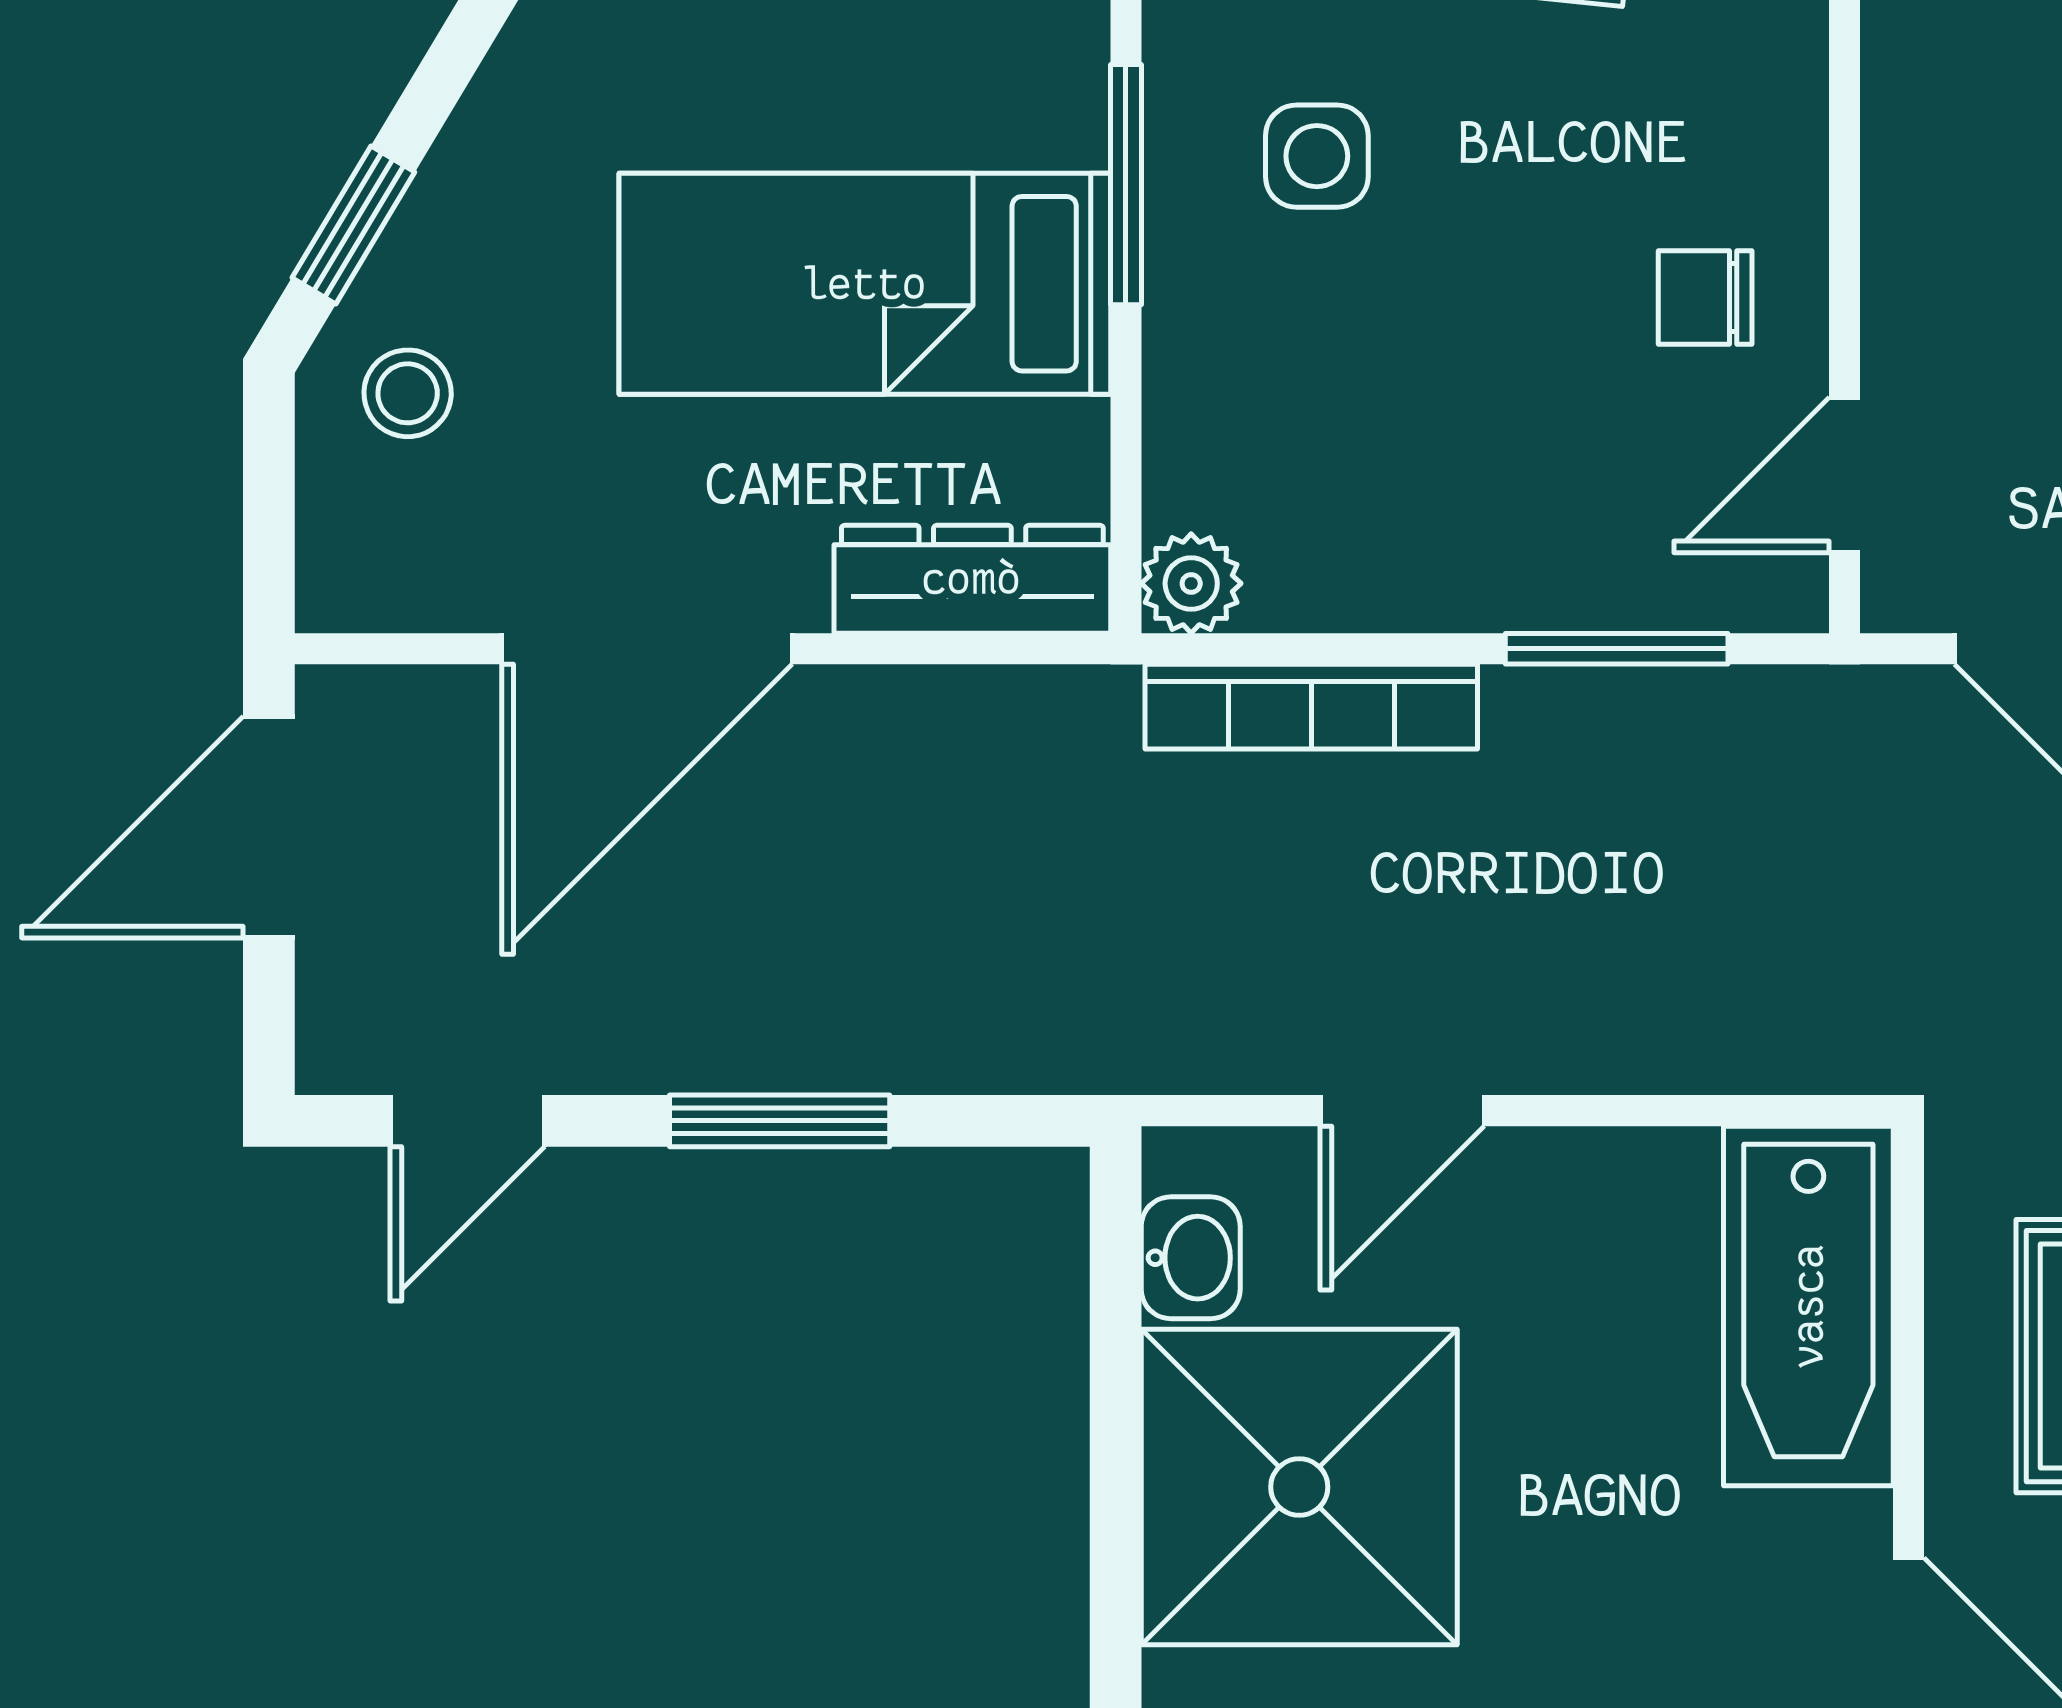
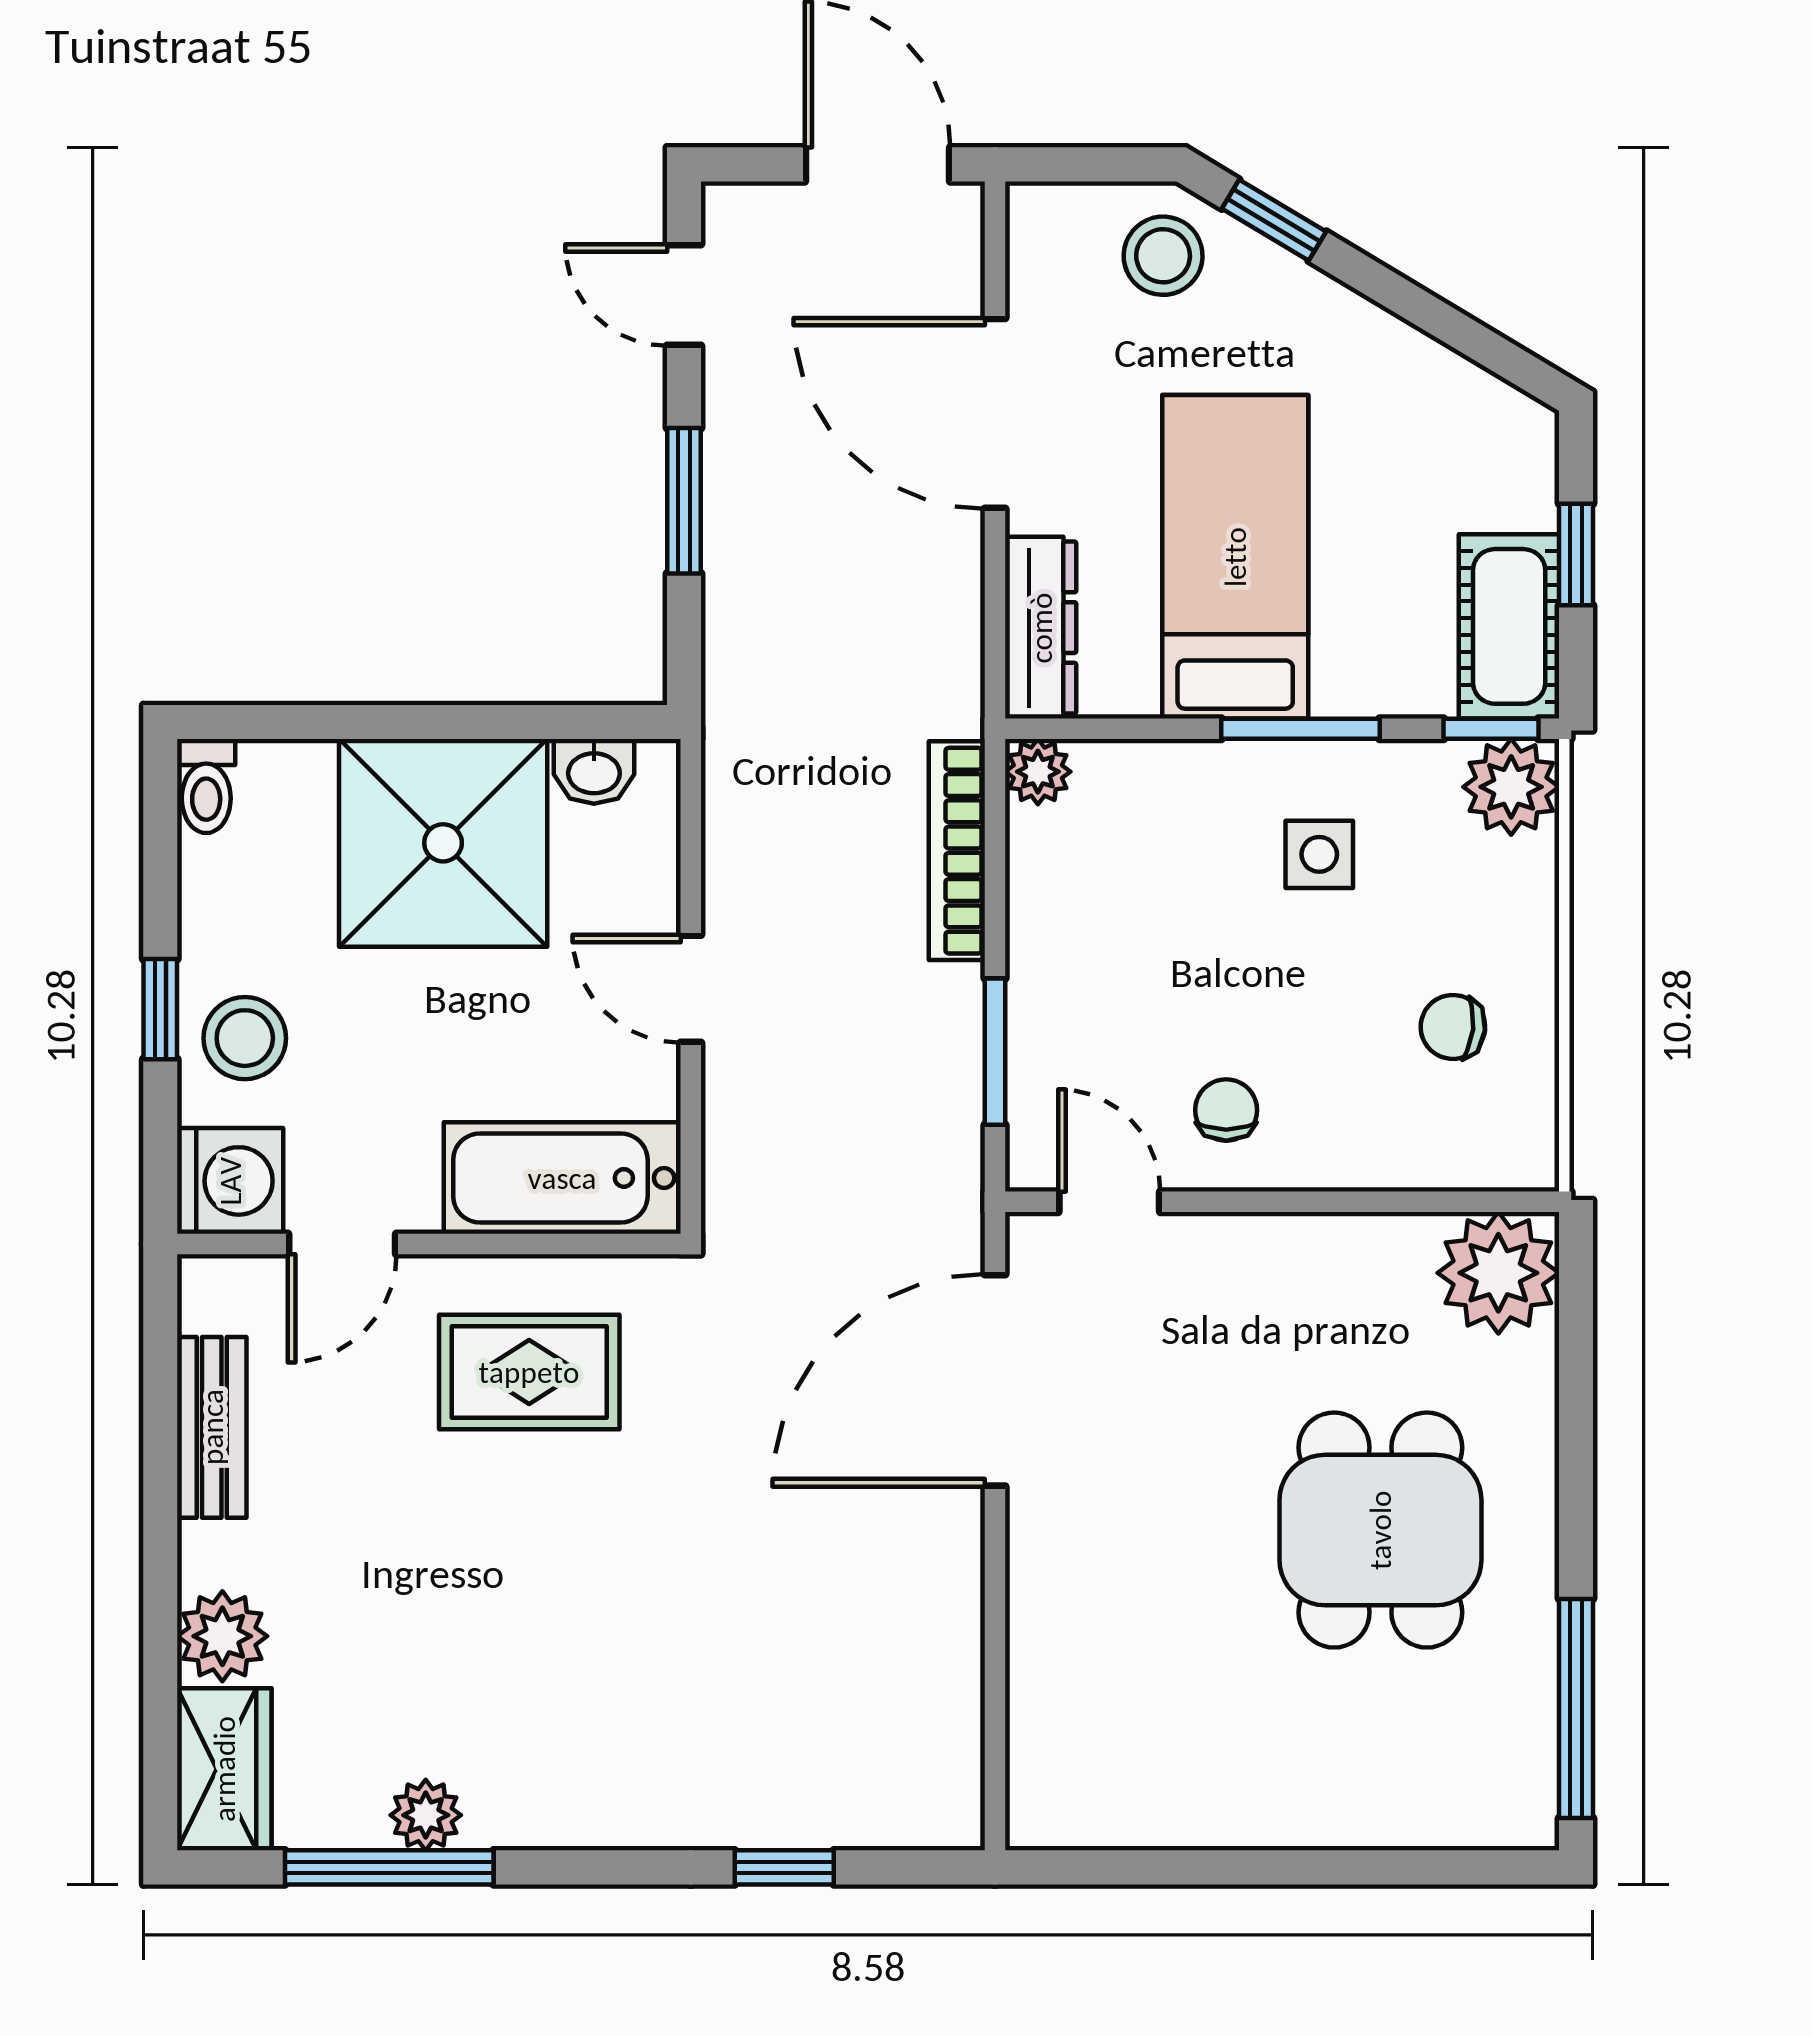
stool: (408, 393) -> (1163, 256), width x1.37, depth x1.37
door: (1402, 1111) -> (691, 989), moved

